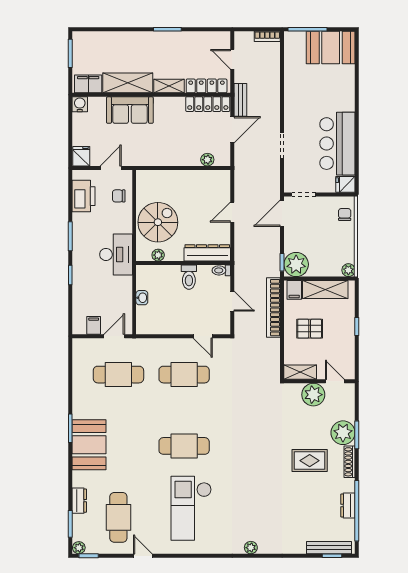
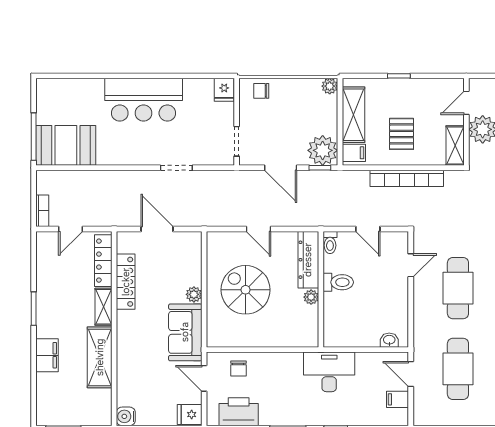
bookcase: (267, 36) -> (42, 211), moved
booth: (331, 47) -> (66, 145), moved, turned 90
filing cabinet: (88, 84) -> (47, 355), moved, turned 180
bench: (240, 100) -> (120, 219), removed
locker: (208, 104) -> (126, 282), moved
sofa: (130, 110) -> (185, 332), moved, turned 180
bar counter: (337, 144) -> (144, 100), moved
plant: (207, 160) -> (194, 294), moved
door: (282, 213) -> (281, 168), moved
spiral stairs: (158, 222) -> (246, 290), moved
desk: (116, 254) -> (329, 372), moved
plant: (158, 255) -> (311, 297), moved
washbasin: (142, 298) -> (389, 340), moved
door: (232, 301) -> (368, 229), swing flipped
bookcase: (273, 308) -> (407, 178), moved

